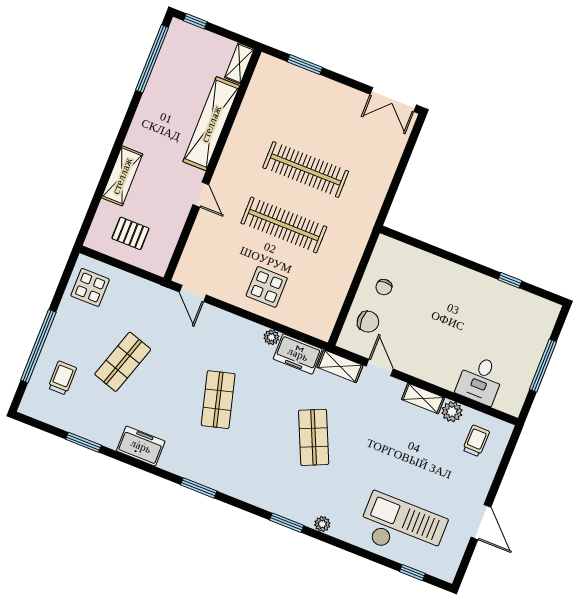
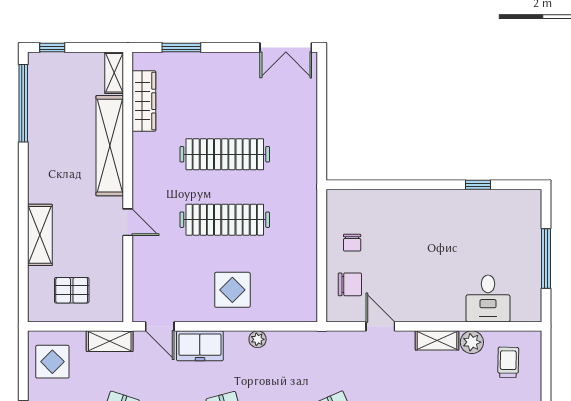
wardrobe: (255, 97) -> (144, 101), added
freezer: (298, 354) -> (200, 346), moved
shelving: (340, 366) -> (110, 341), moved

